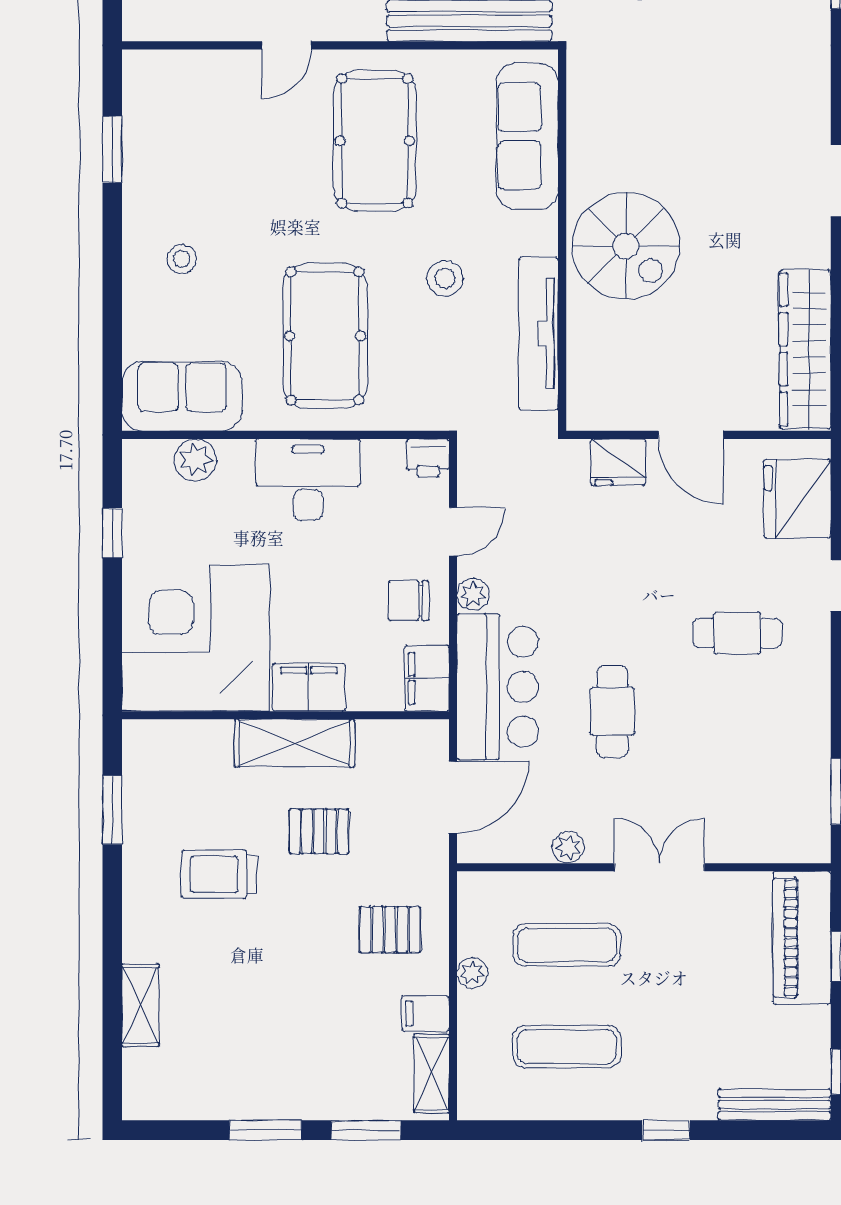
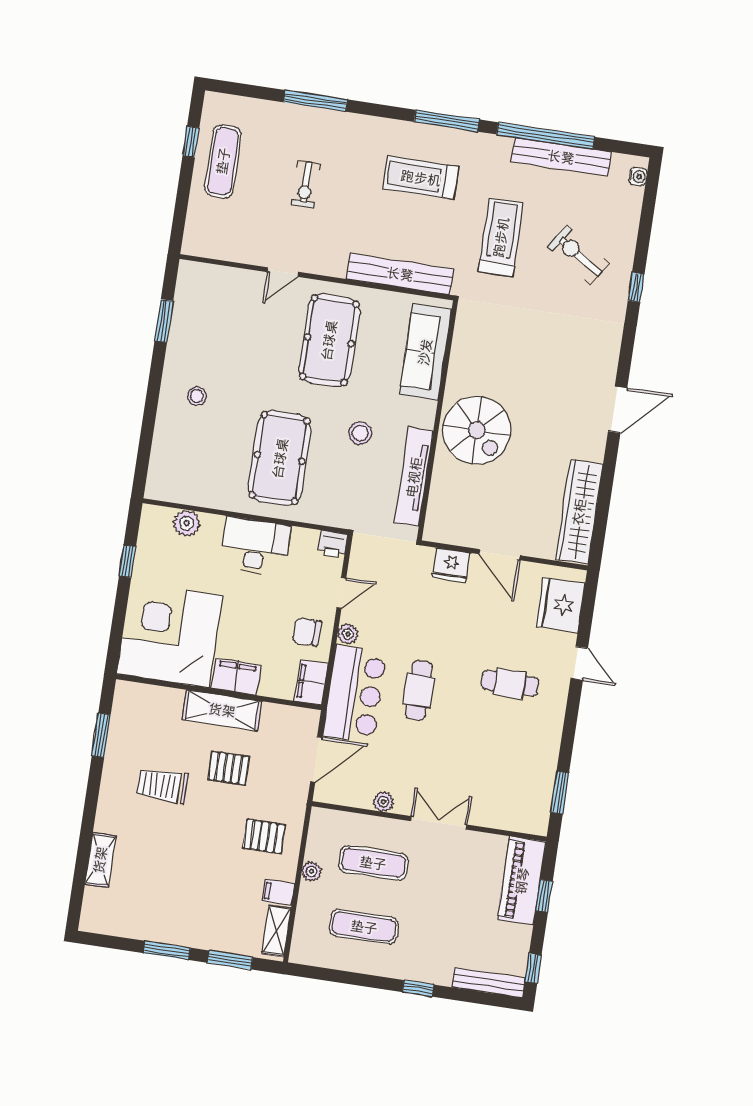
sofa: (182, 396) -> (184, 482), removed
cafe table: (612, 711) -> (419, 691), moved

